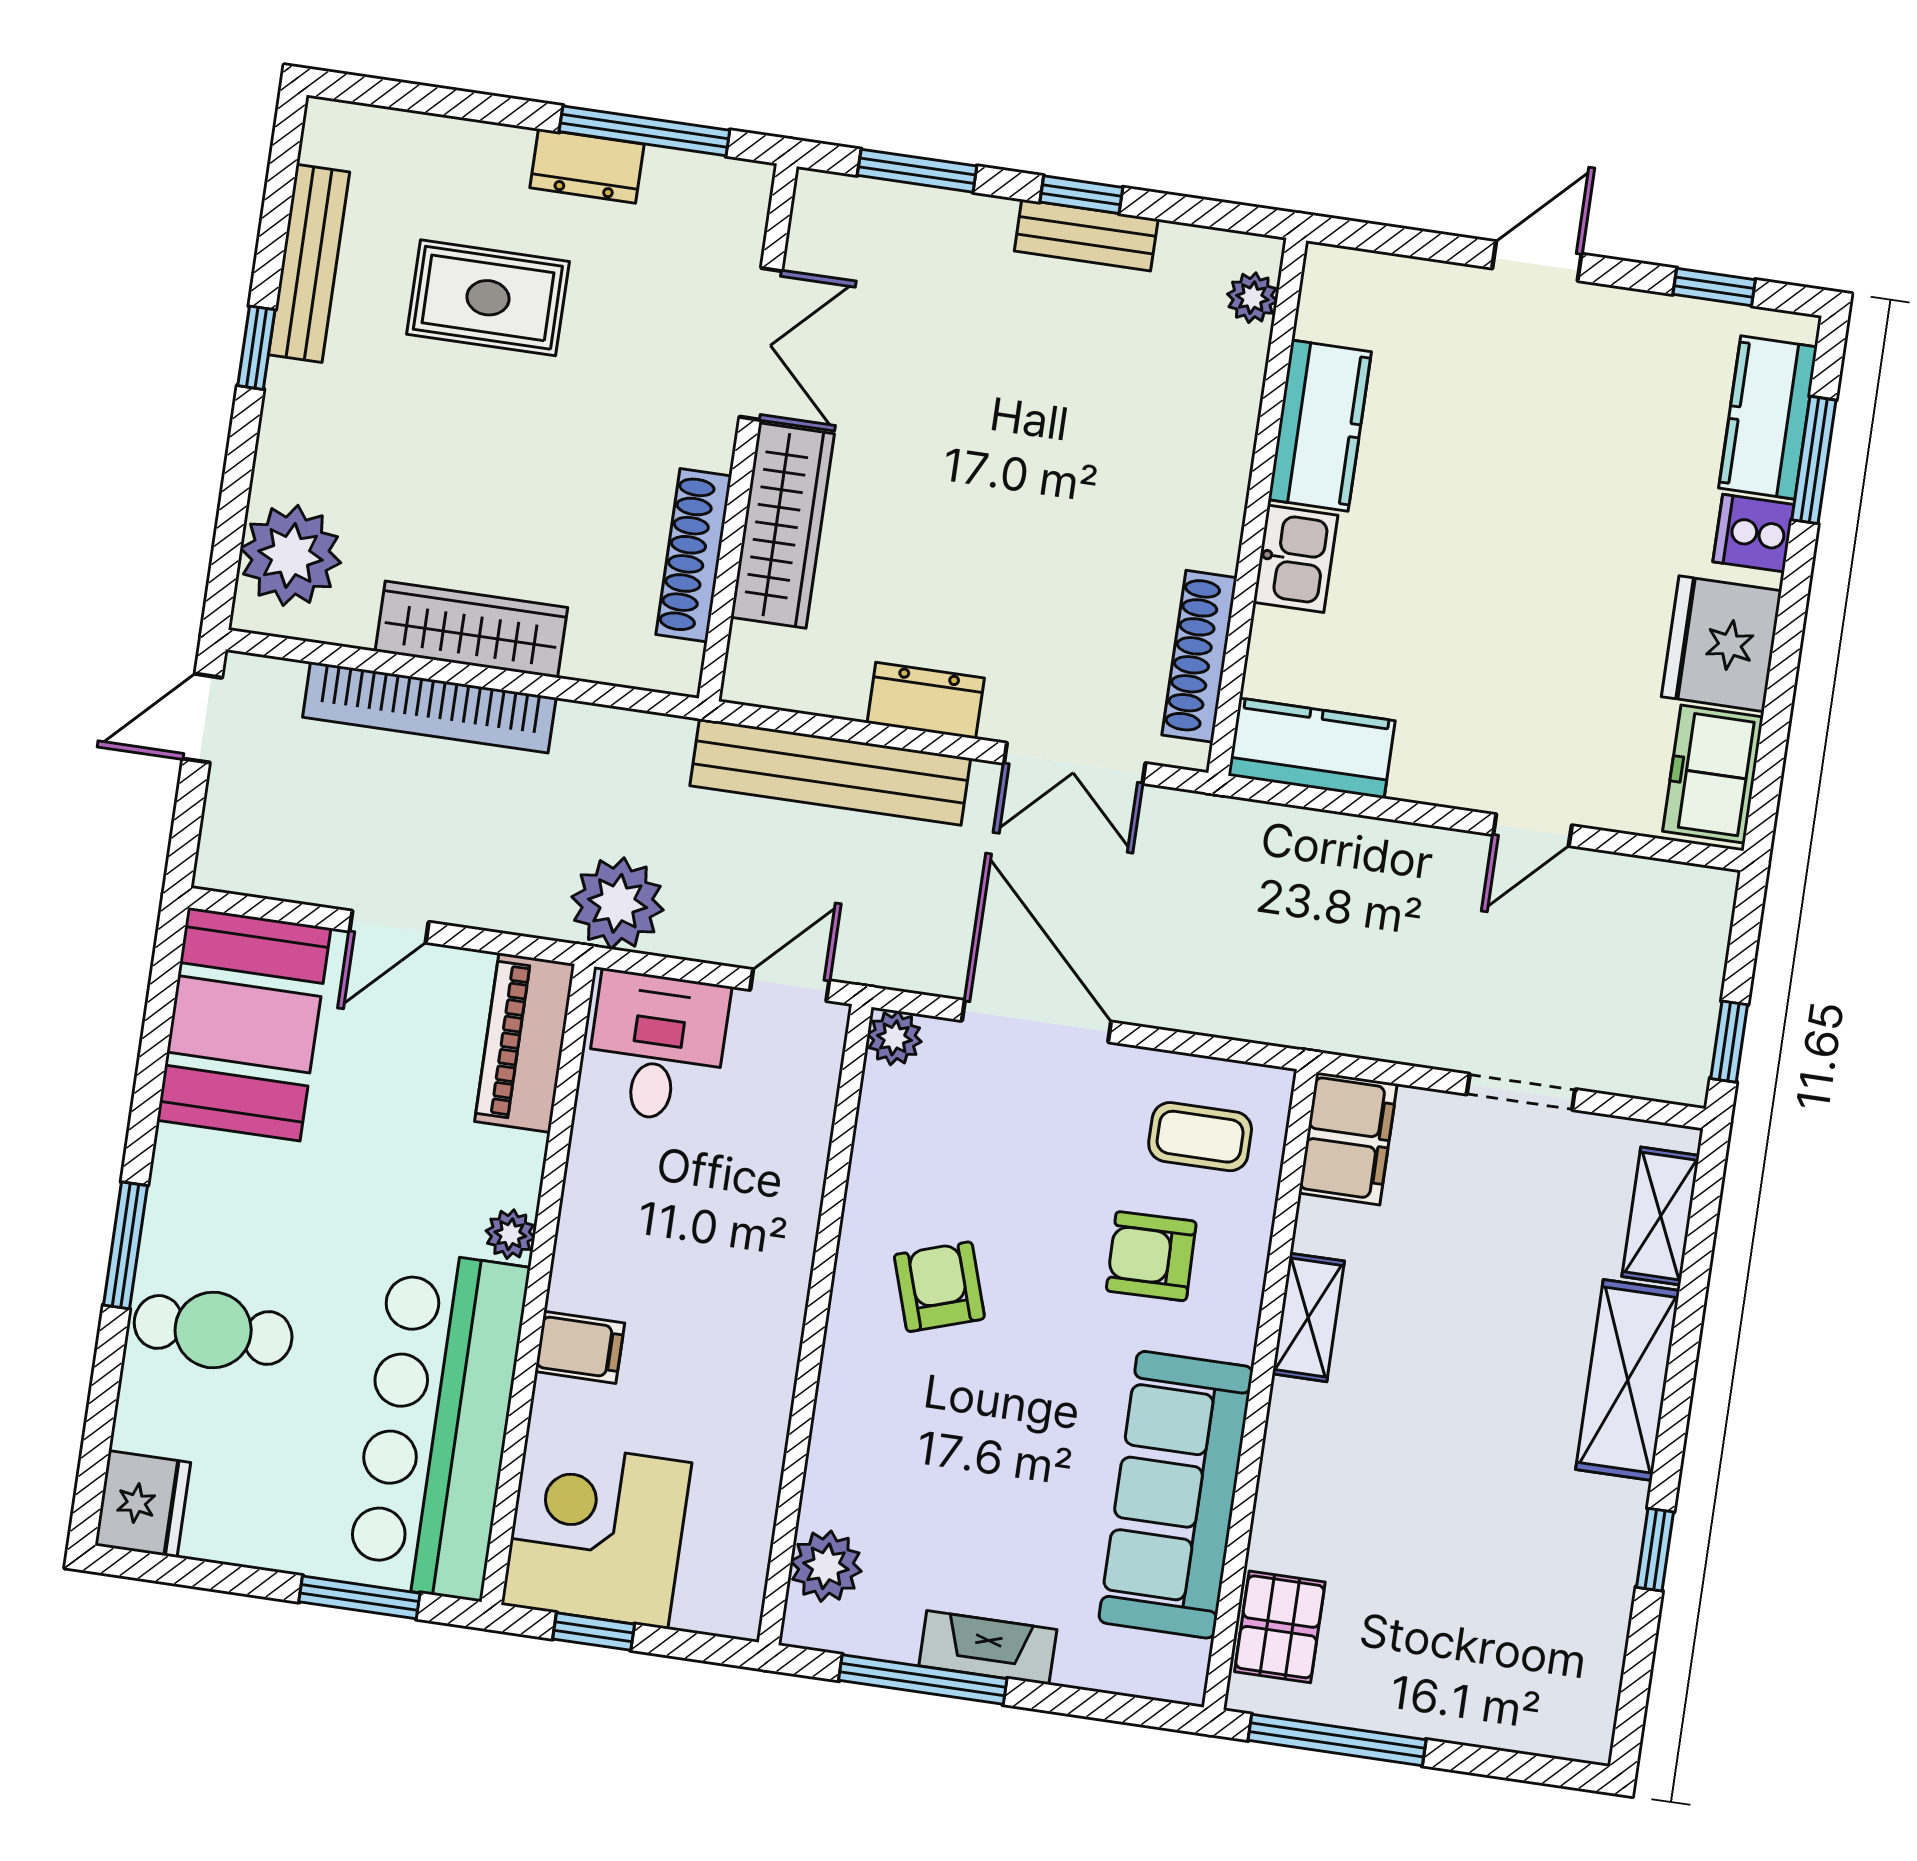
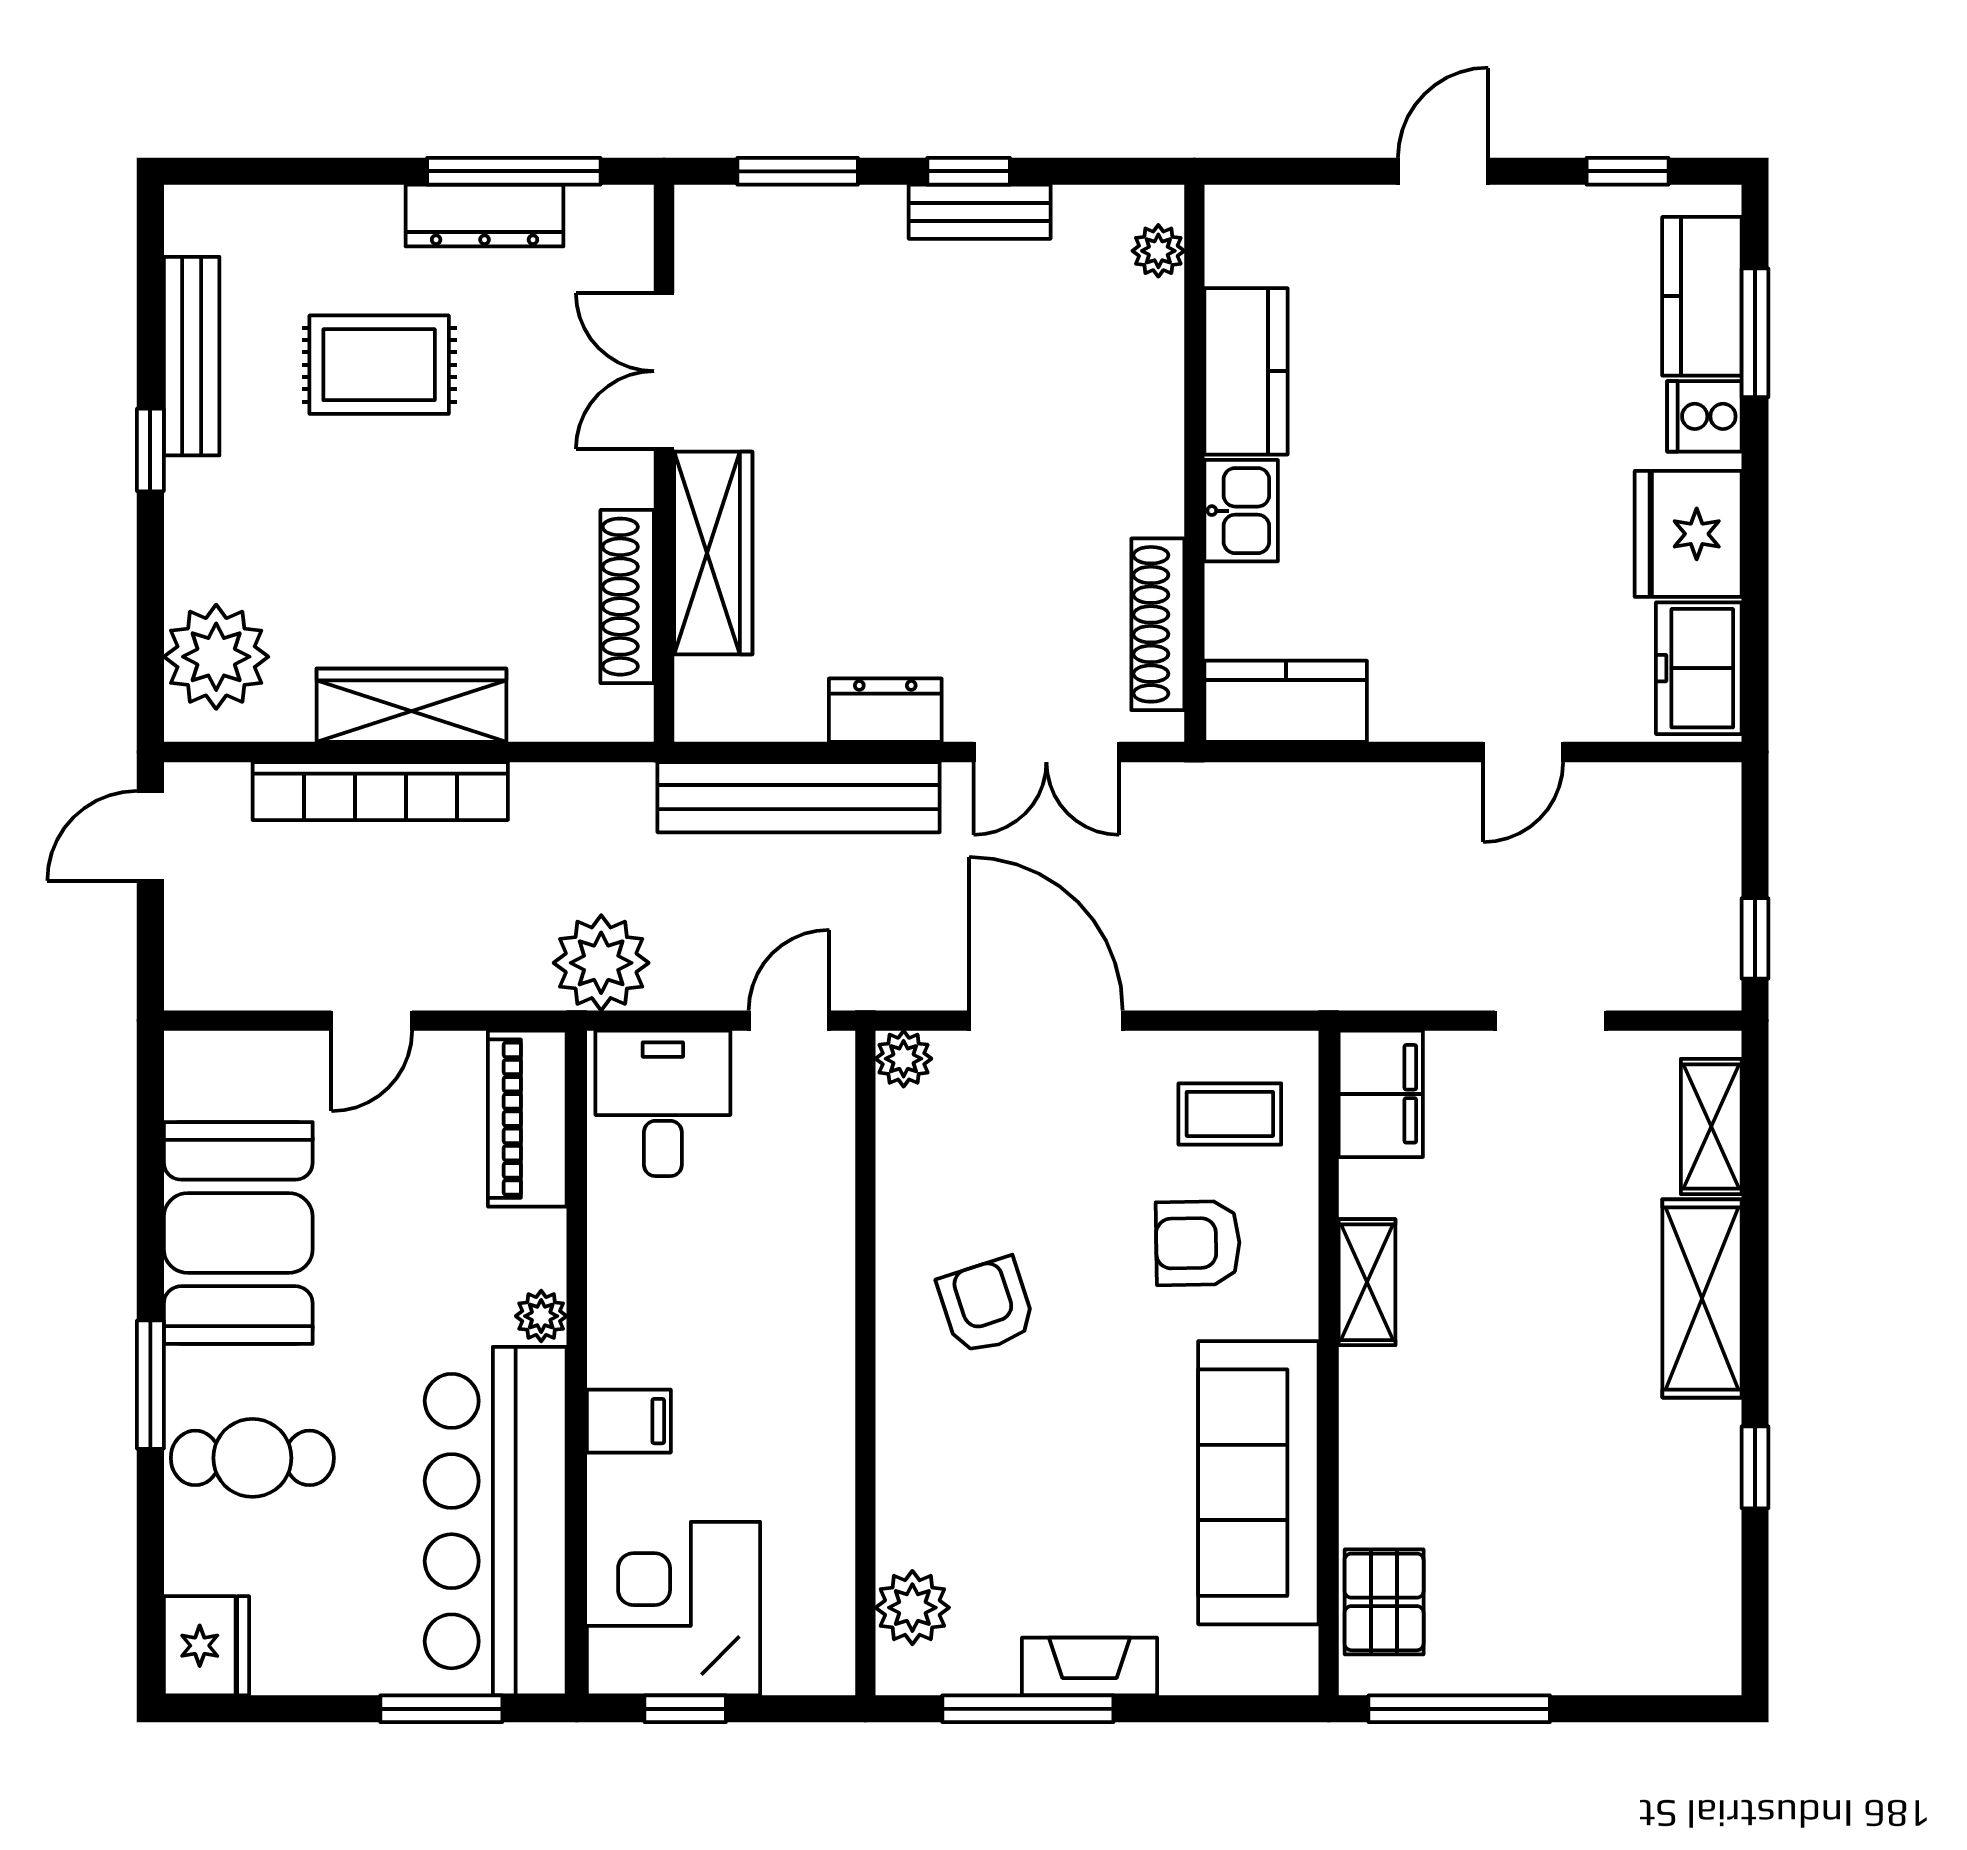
dresser: (587, 166) -> (485, 216), width x1.44
double door: (761, 344) -> (664, 371), swing flipped
booth: (244, 1024) -> (238, 1233), moved

